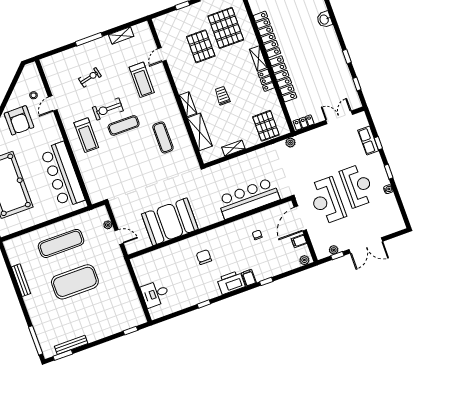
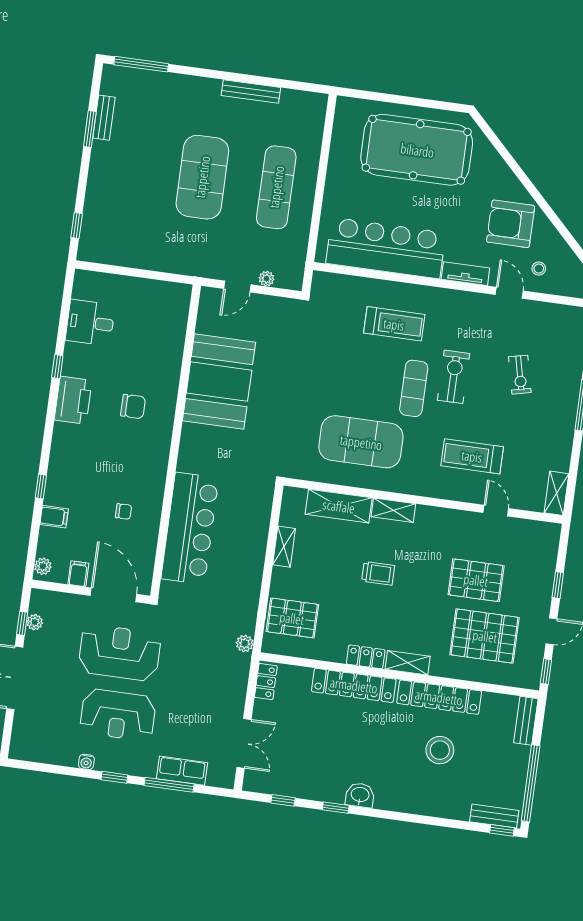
washbasin: (324, 19) -> (360, 795), moved
stool: (292, 21) -> (440, 750), added
shelving: (121, 36) -> (557, 493), moved
tv unit: (55, 130) -> (465, 274), added
treadmill: (86, 135) -> (394, 324), moved, turned 180
exercise mat: (163, 137) -> (361, 442), width x2.00, depth x1.45
window: (378, 143) -> (169, 785), width x2.17
filing cabinet: (249, 278) -> (54, 517), moved
printer: (231, 282) -> (73, 400), moved
desk: (155, 294) -> (90, 323), moved, turned -90
bench: (71, 345) -> (104, 118), width x0.73
window: (63, 355) -> (90, 129), moved

